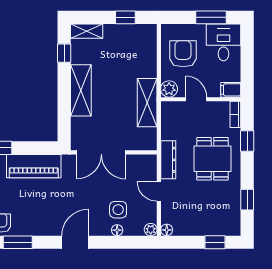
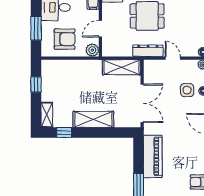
window: (211, 17) -> (36, 28), moved
armchair: (183, 54) -> (65, 39), turned 180
shelving: (147, 103) -> (121, 67), moved
door: (159, 191) -> (173, 58), swing flipped

